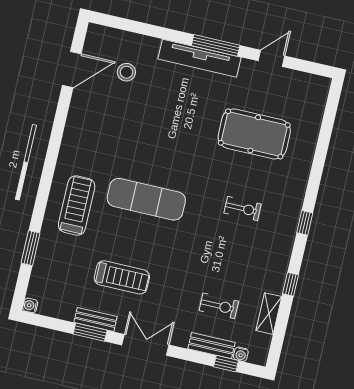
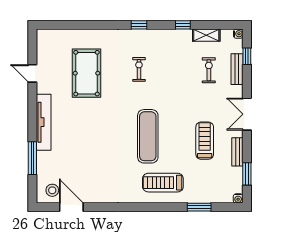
window: (216, 45) -> (32, 158), moved
stool: (126, 72) -> (52, 190), moved
window: (90, 332) -> (247, 174), moved
water cooler: (241, 354) -> (238, 34), moved

